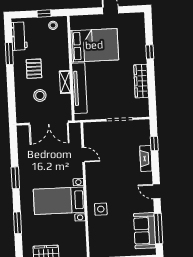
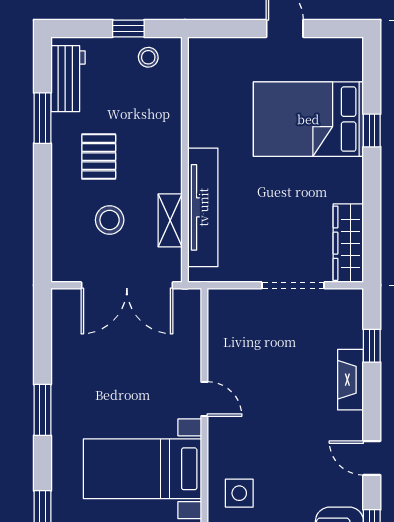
bed: (94, 45) -> (308, 119), moved, turned 180
wardrobe: (141, 81) -> (348, 243), moved
shelving: (65, 82) -> (170, 220), moved
door: (83, 155) -> (204, 399), moved

